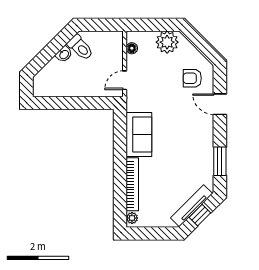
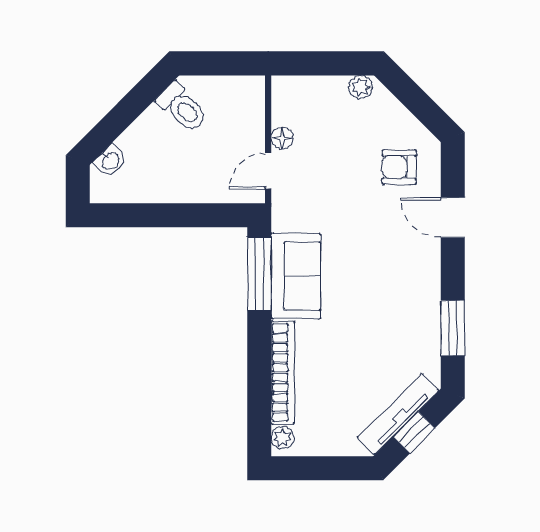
plant: (167, 42) -> (361, 87), width x0.53, depth x0.53
floor lamp: (132, 48) -> (282, 138), moved
washbasin: (64, 54) -> (110, 161), moved
window: (120, 133) -> (259, 274), added

